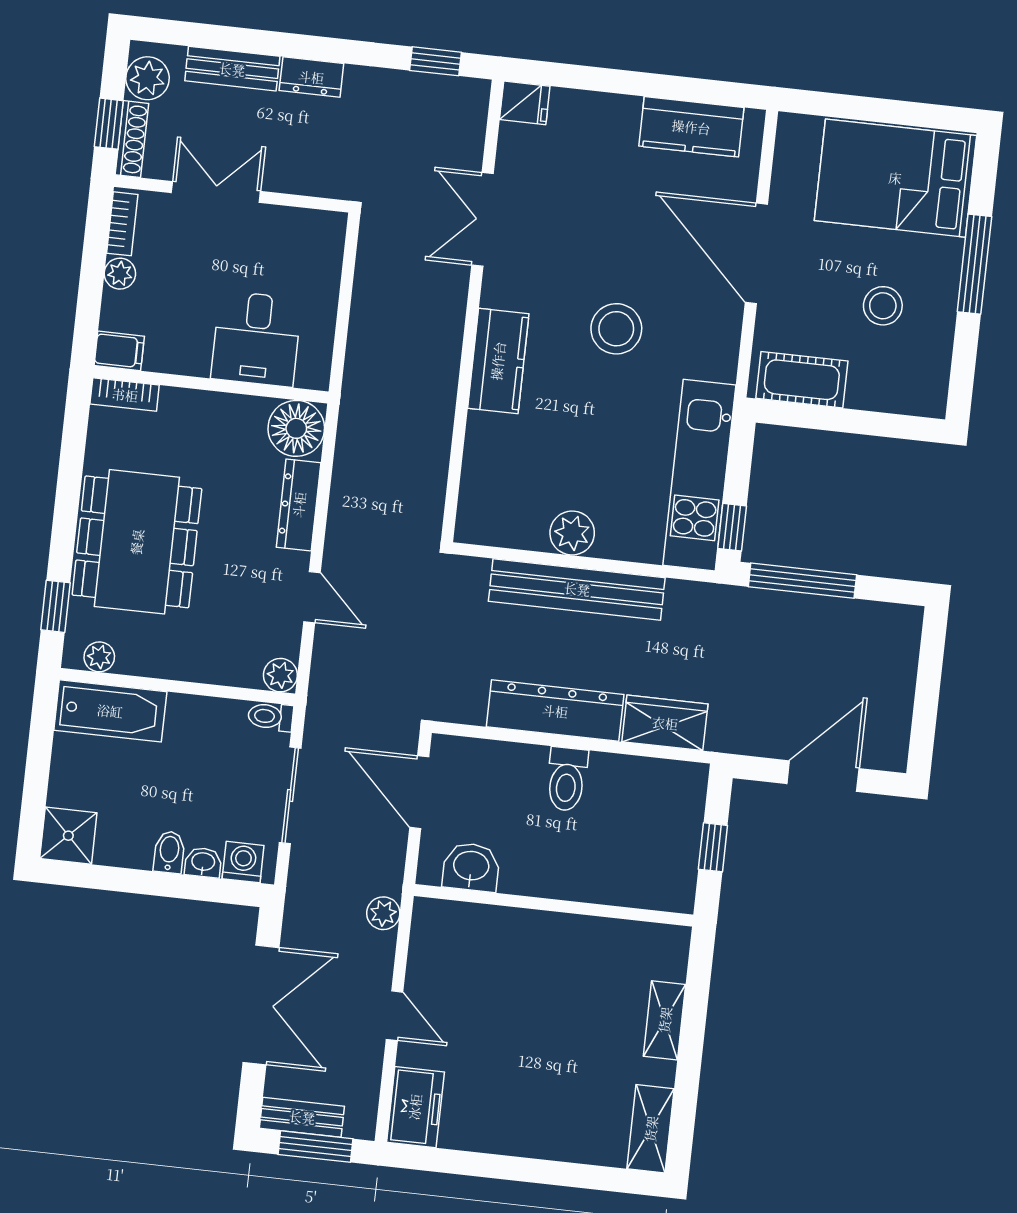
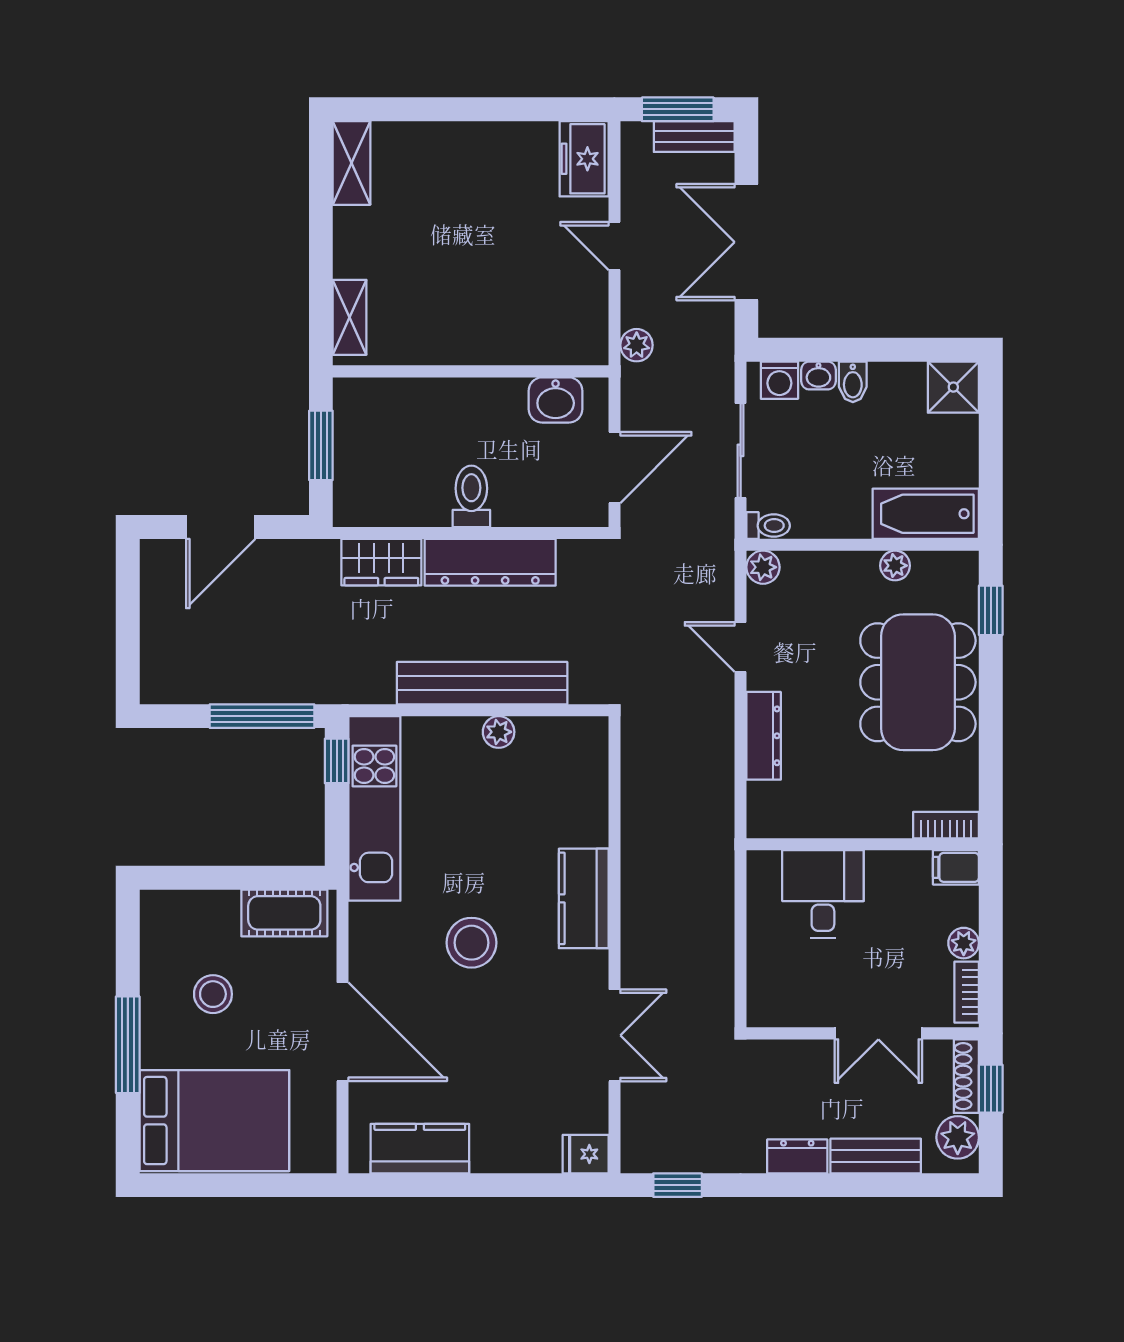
floor lamp: (296, 428) -> (774, 811), removed
plant: (572, 533) -> (499, 732), width x0.73, depth x0.73
plant: (99, 657) -> (895, 566), moved
door: (419, 792) -> (614, 468), hinge flipped
window: (713, 847) -> (321, 445), width x1.50
shelving: (665, 1020) -> (350, 317), moved

